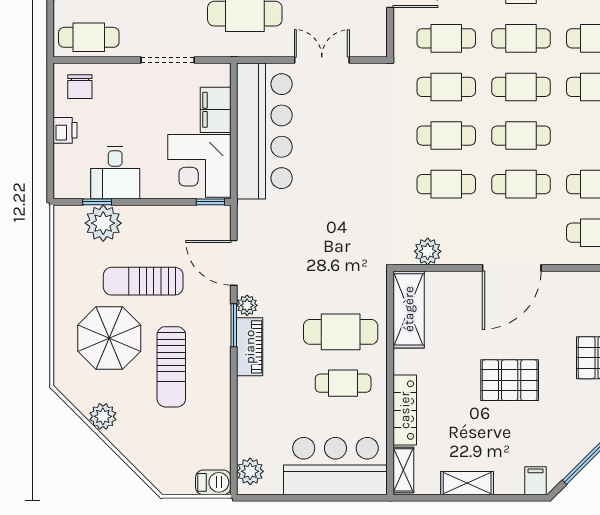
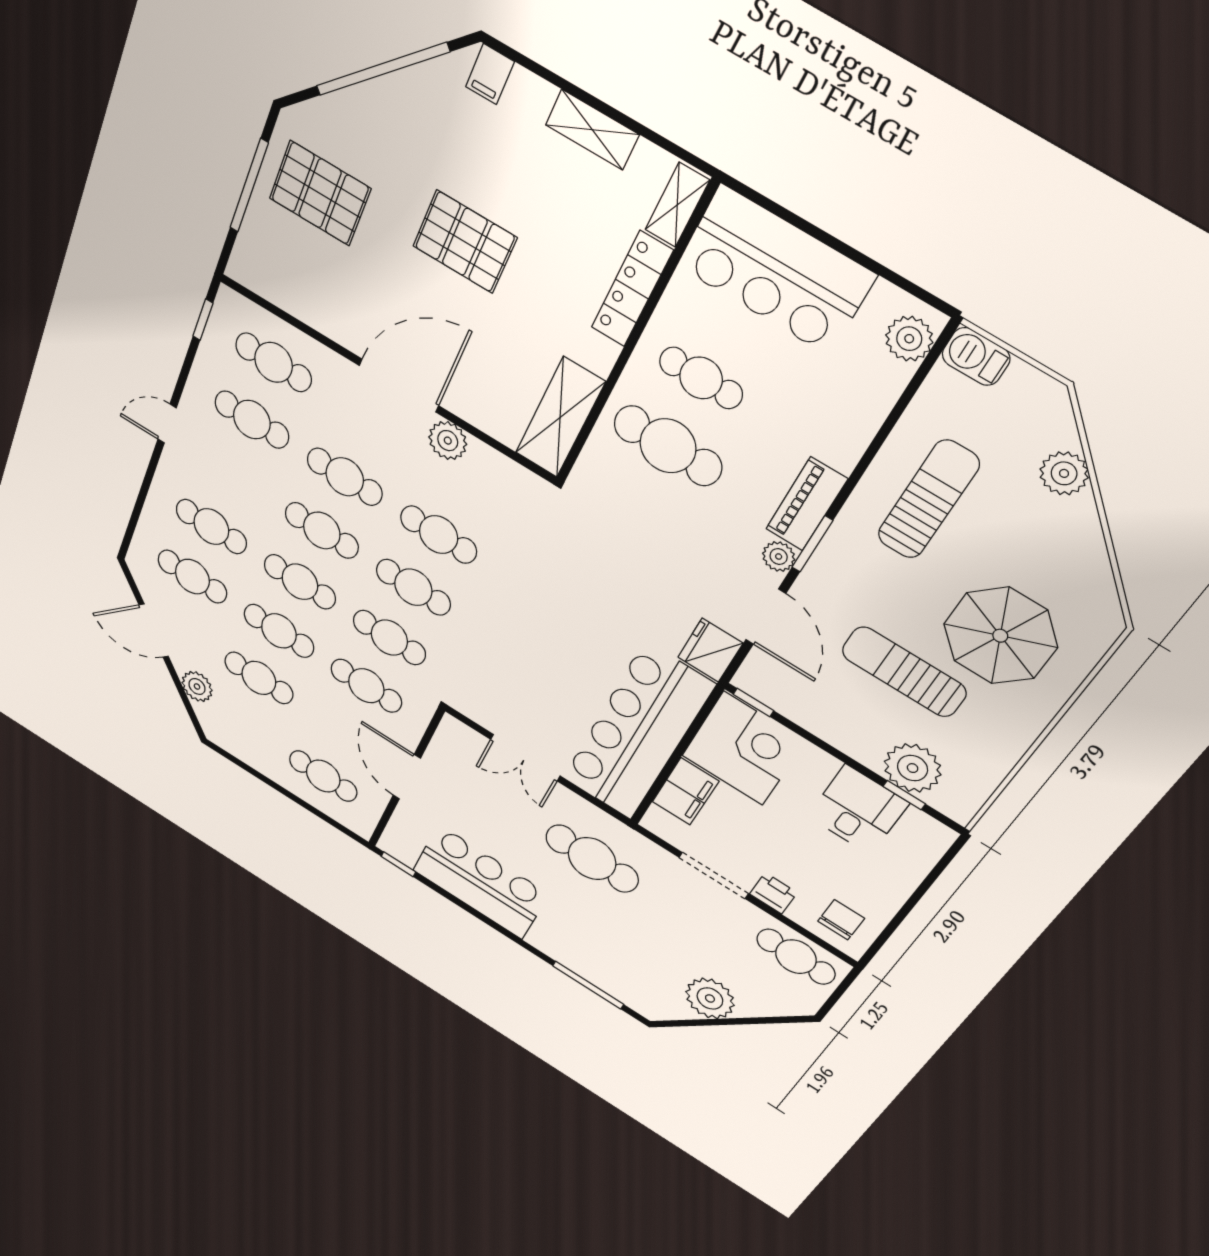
printer: (65, 130) -> (773, 893), moved, turned 90
fridge: (252, 219) -> (710, 650), added
plant: (428, 251) -> (448, 441), moved
sun lounger: (143, 281) -> (904, 672), turned 180
sun lounger: (171, 367) -> (928, 500), moved
plant: (103, 416) -> (1064, 473), moved

